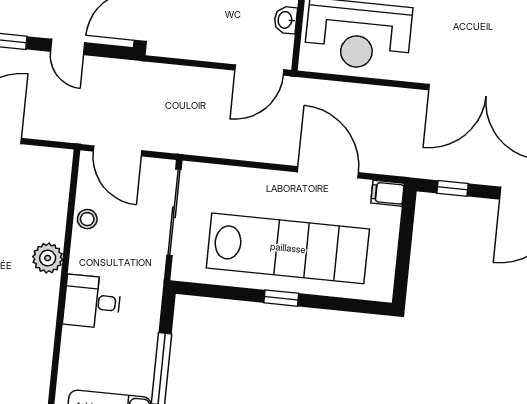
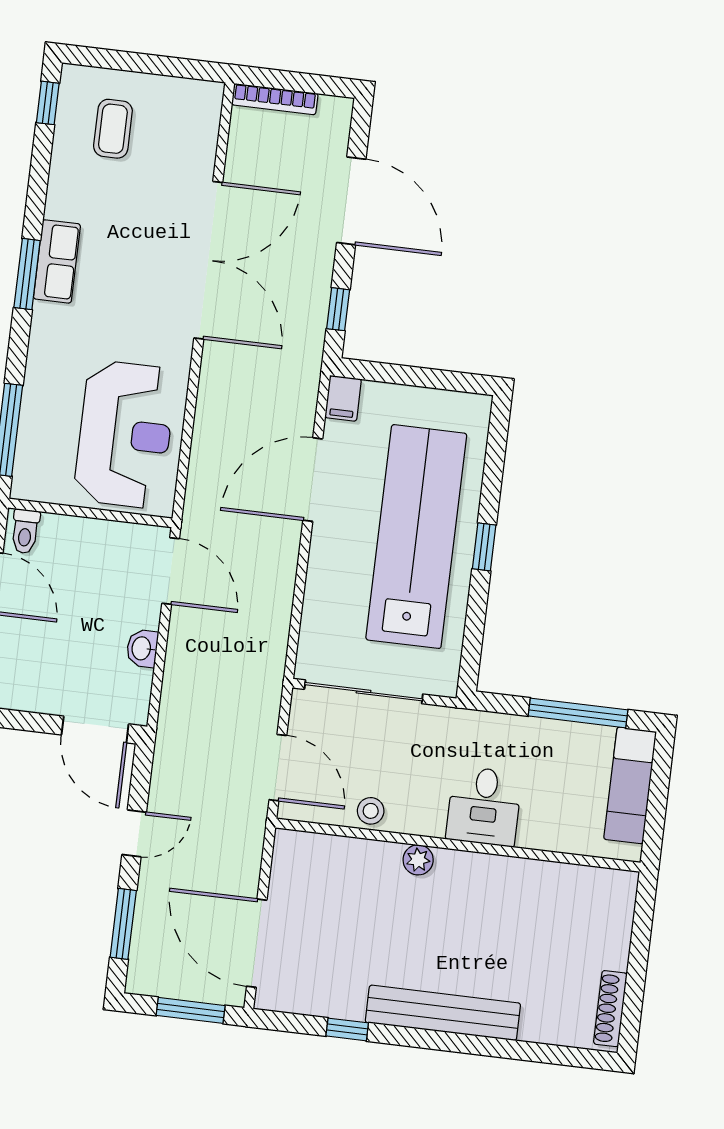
washbasin: (286, 20) -> (142, 648), moved, turned 90
door: (117, 151) -> (278, 768), hinge flipped
plant: (48, 258) -> (418, 860), width x0.73, depth x0.73

